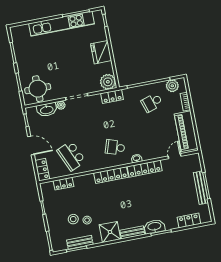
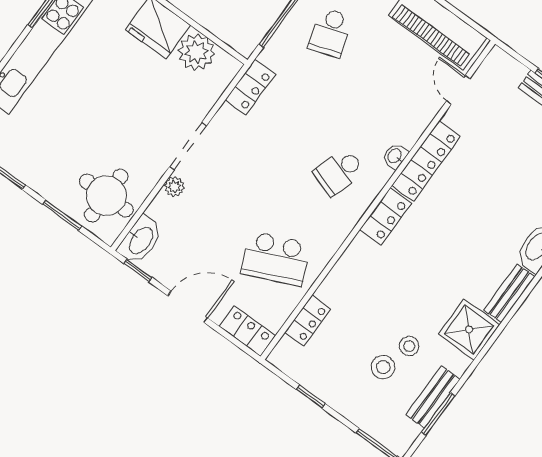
plant: (108, 82) -> (196, 52), moved
washbasin: (47, 110) -> (140, 240), moved
locker: (111, 175) -> (386, 216), width x0.66

